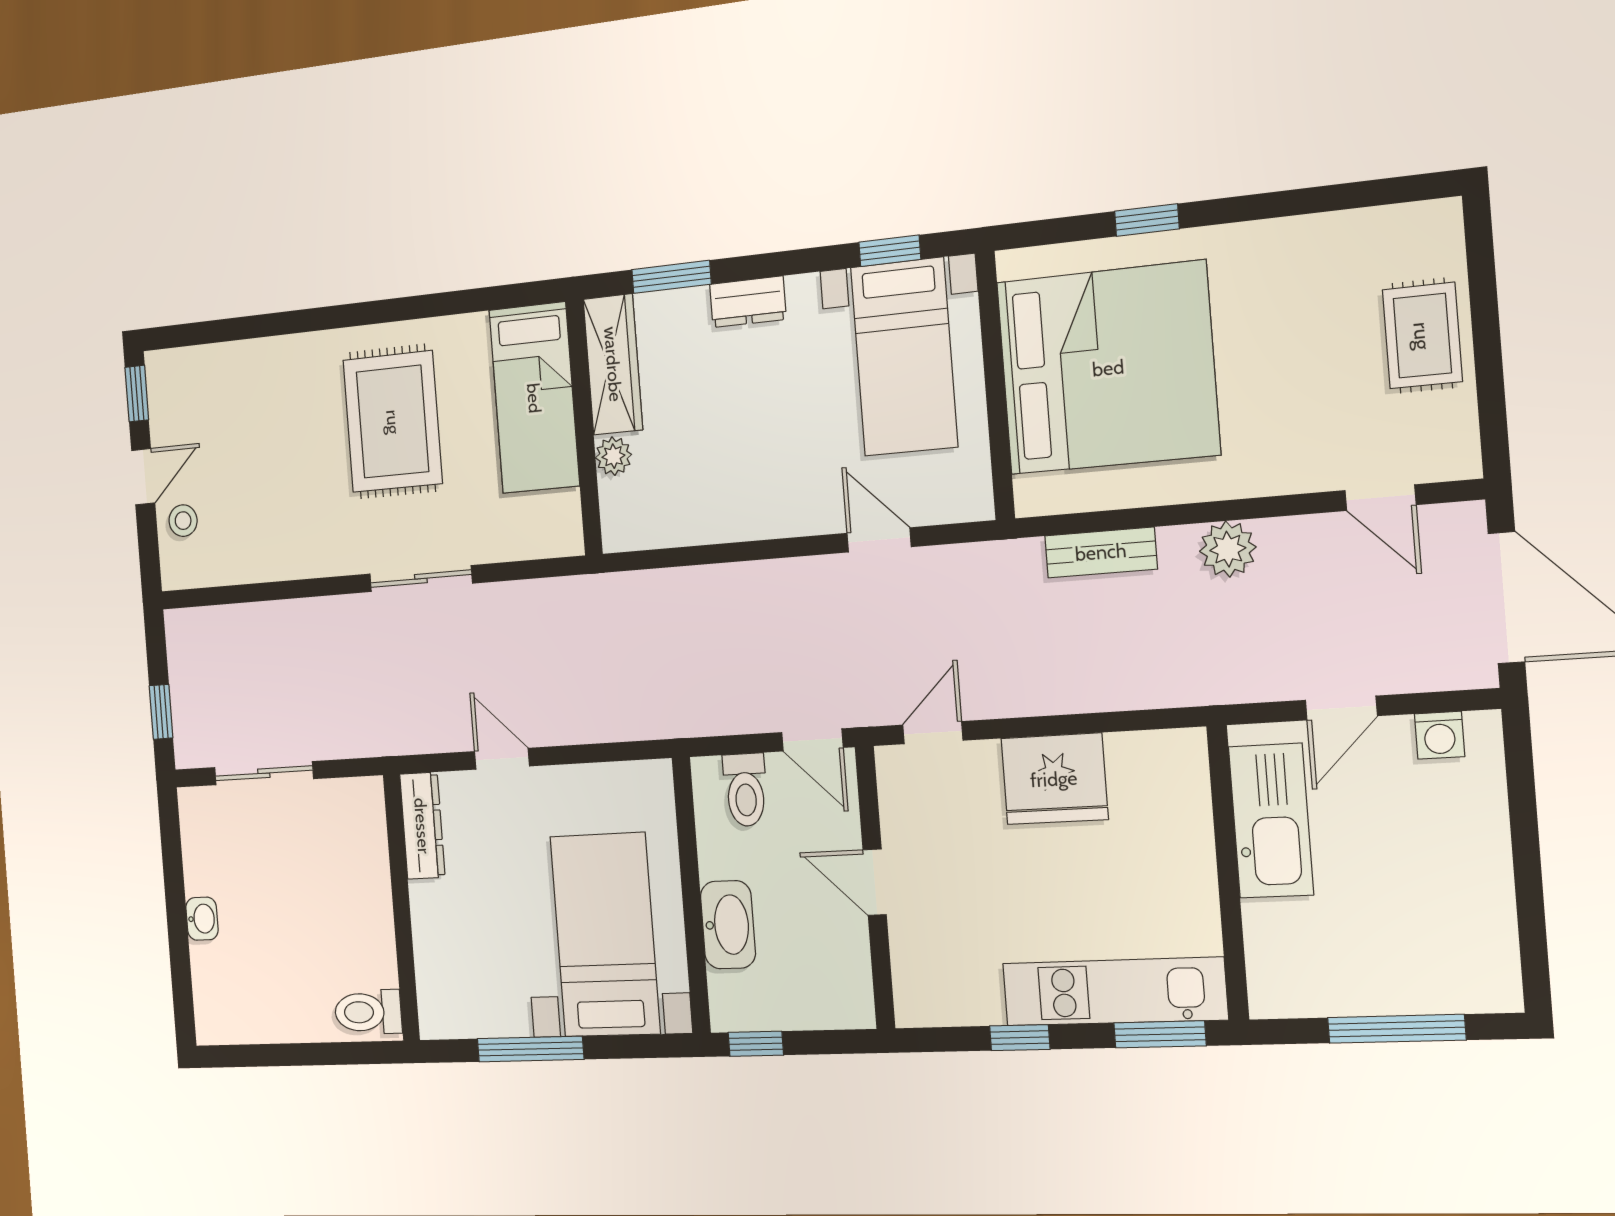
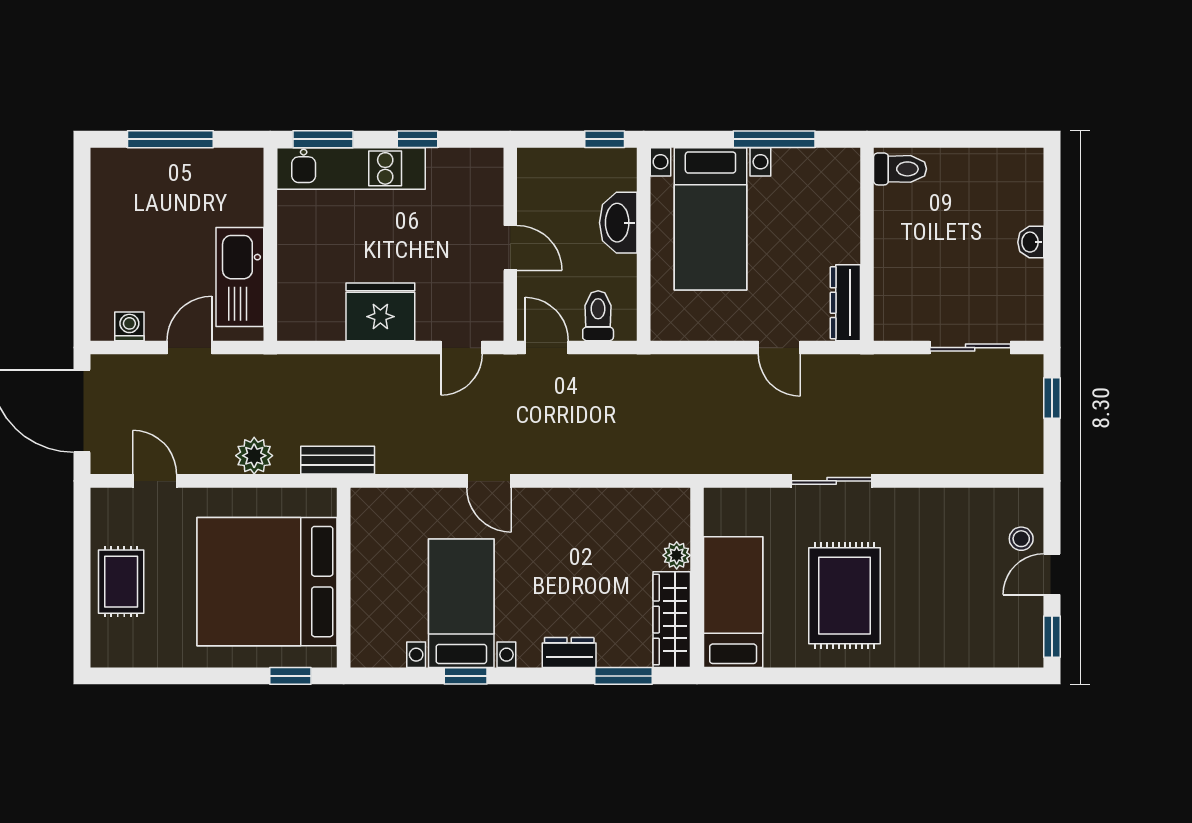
bed: (1108, 368) -> (267, 582), moved
wall: (995, 386) -> (344, 578), moved

